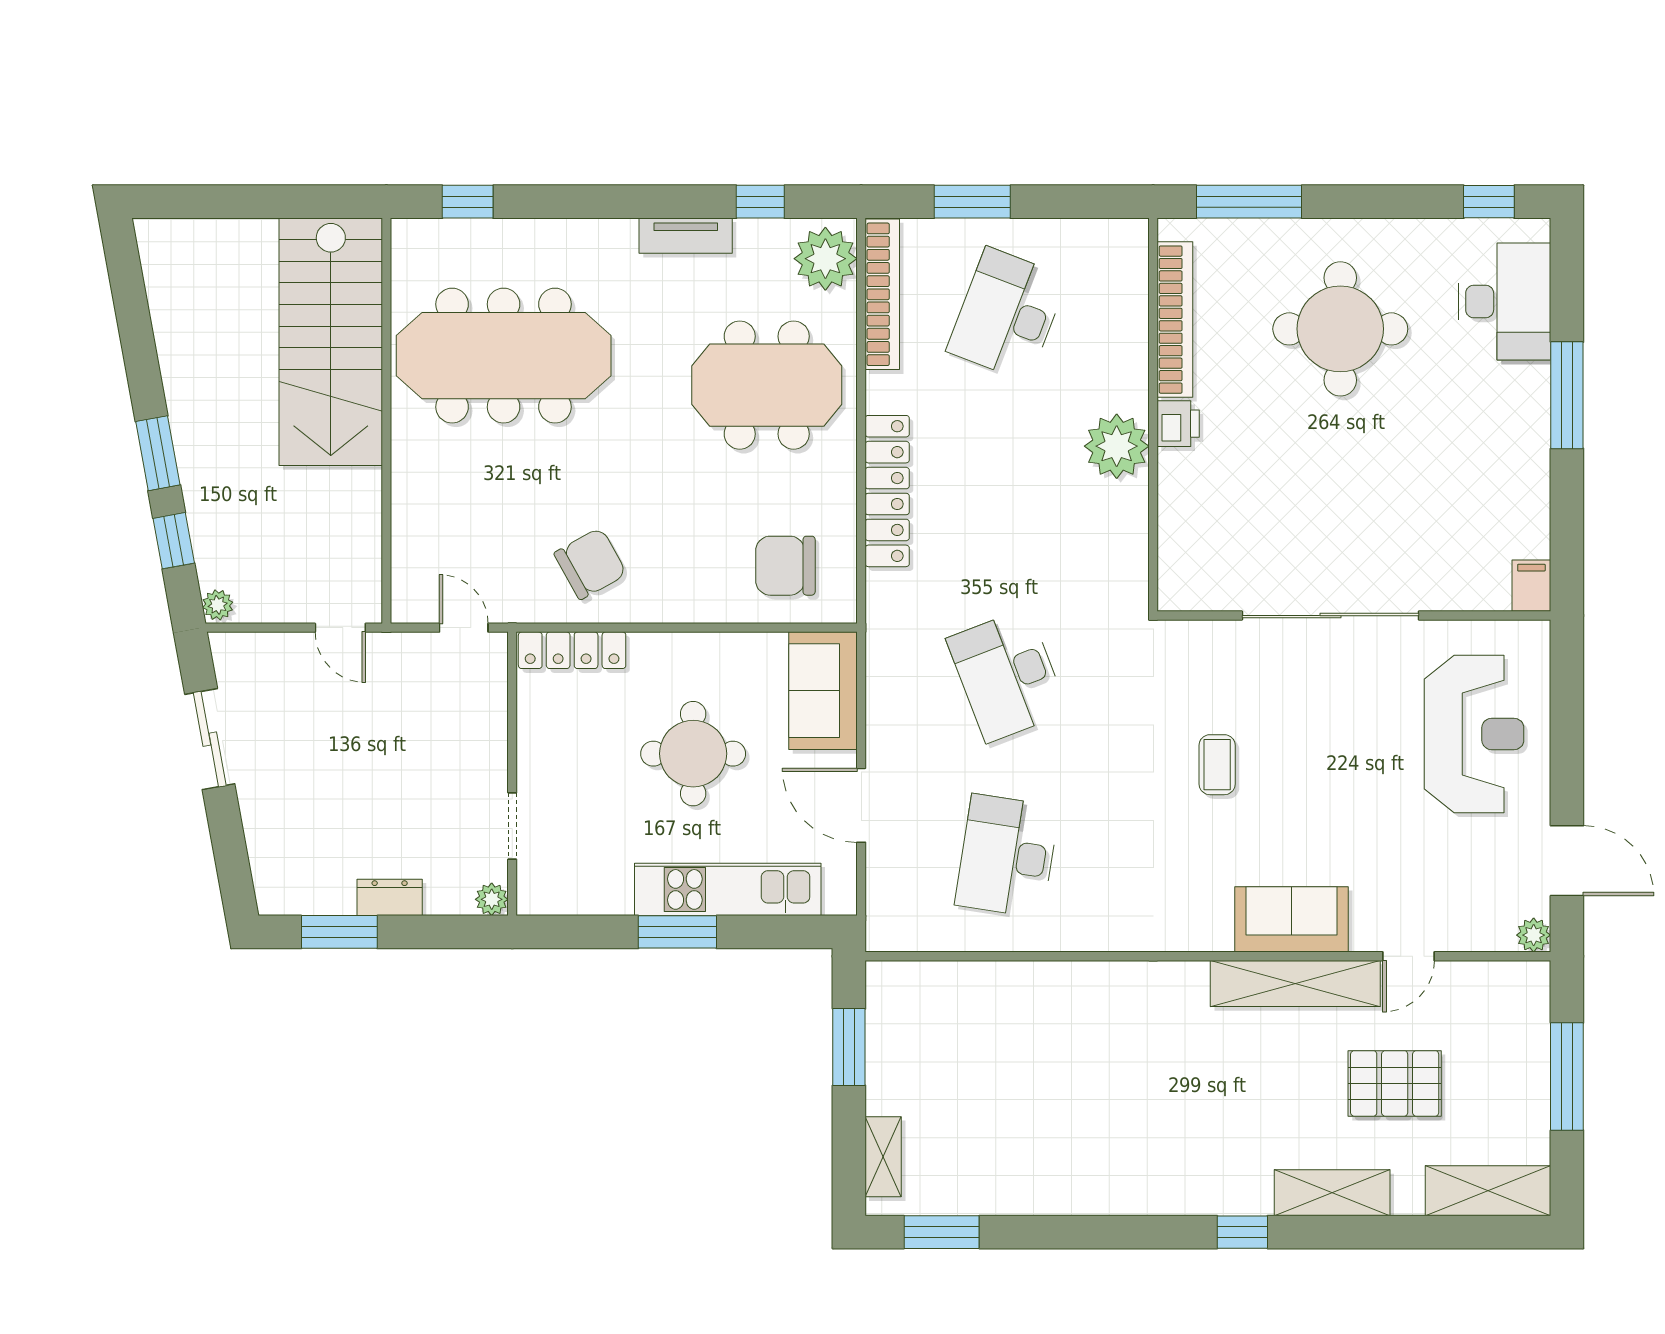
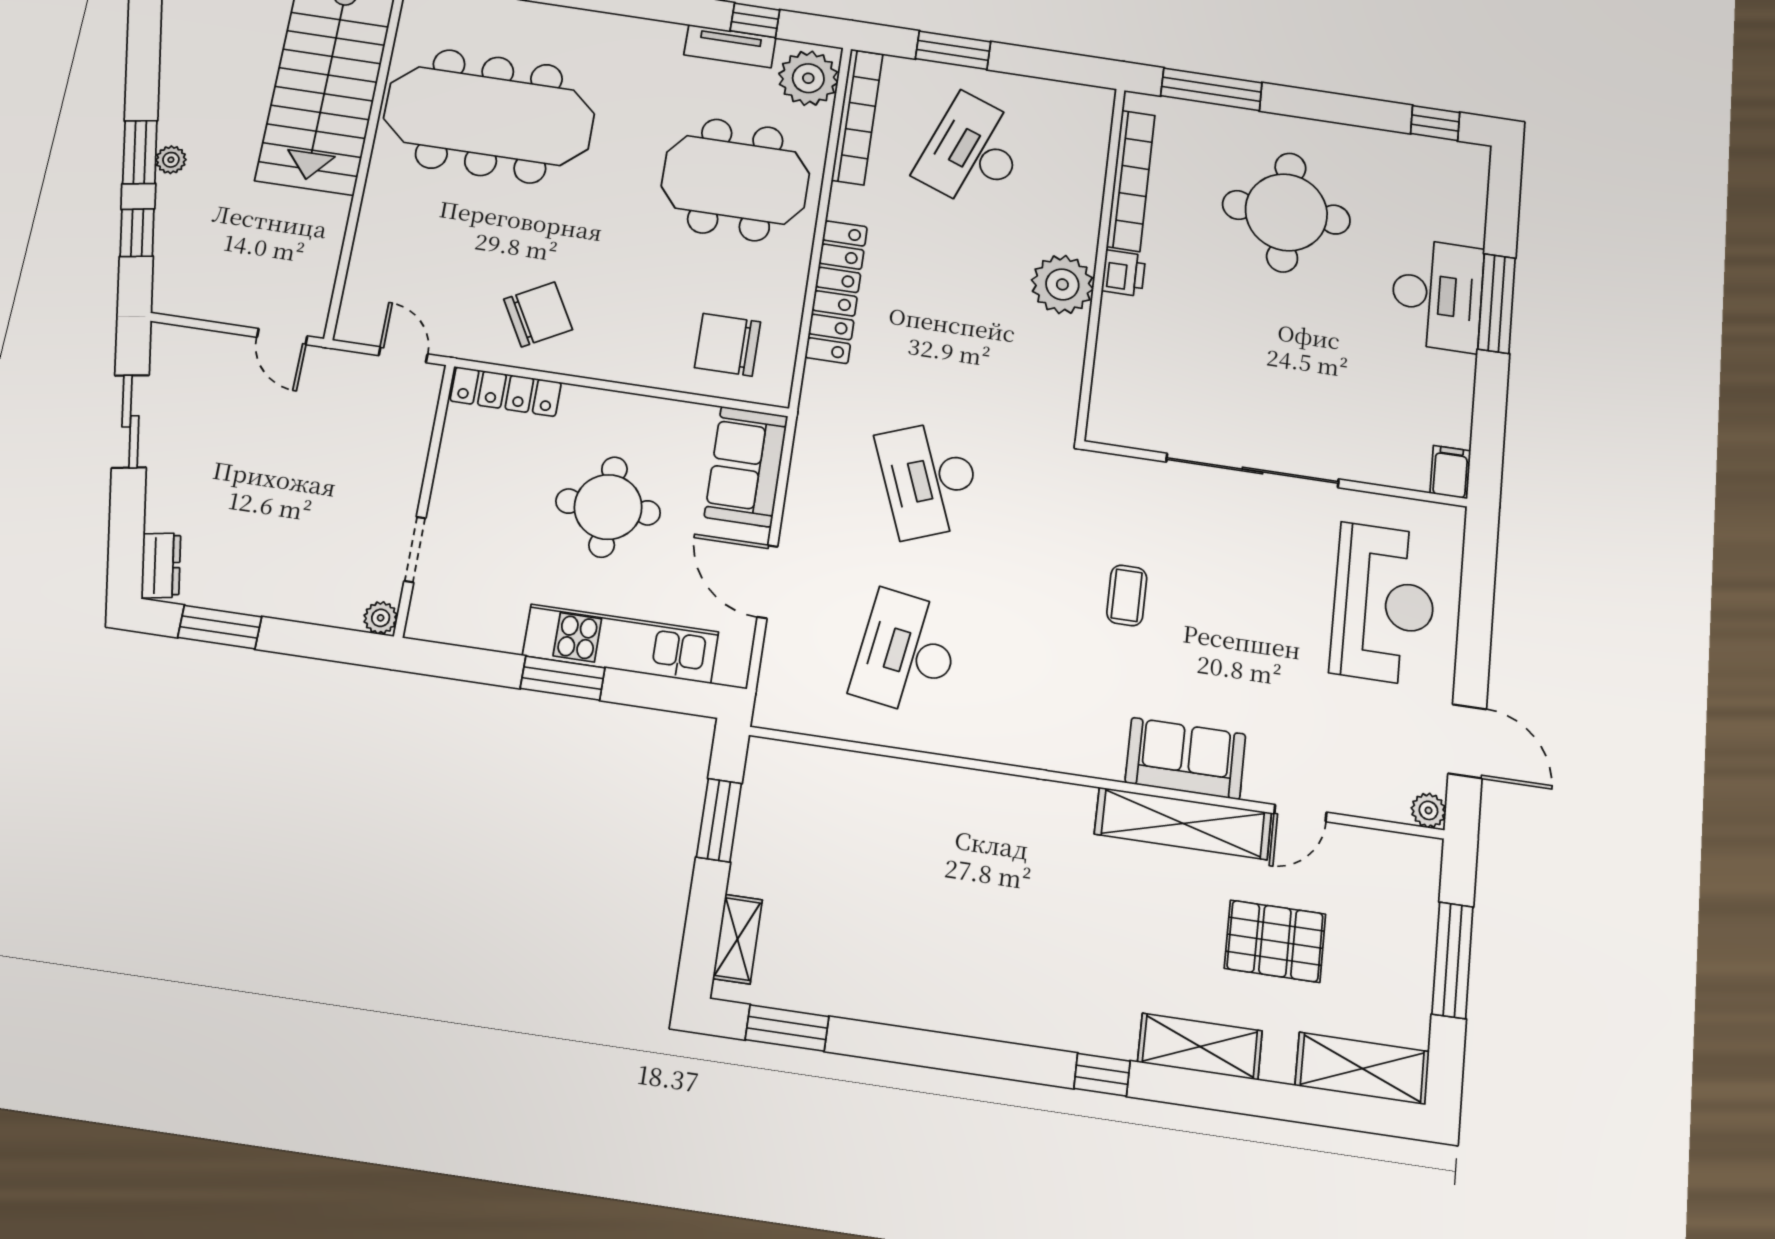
tv unit: (686, 236) -> (730, 46), moved
desk: (1505, 301) -> (1437, 295), moved
plant: (218, 605) -> (171, 160), moved
dresser: (390, 897) -> (161, 565), moved, turned 80

